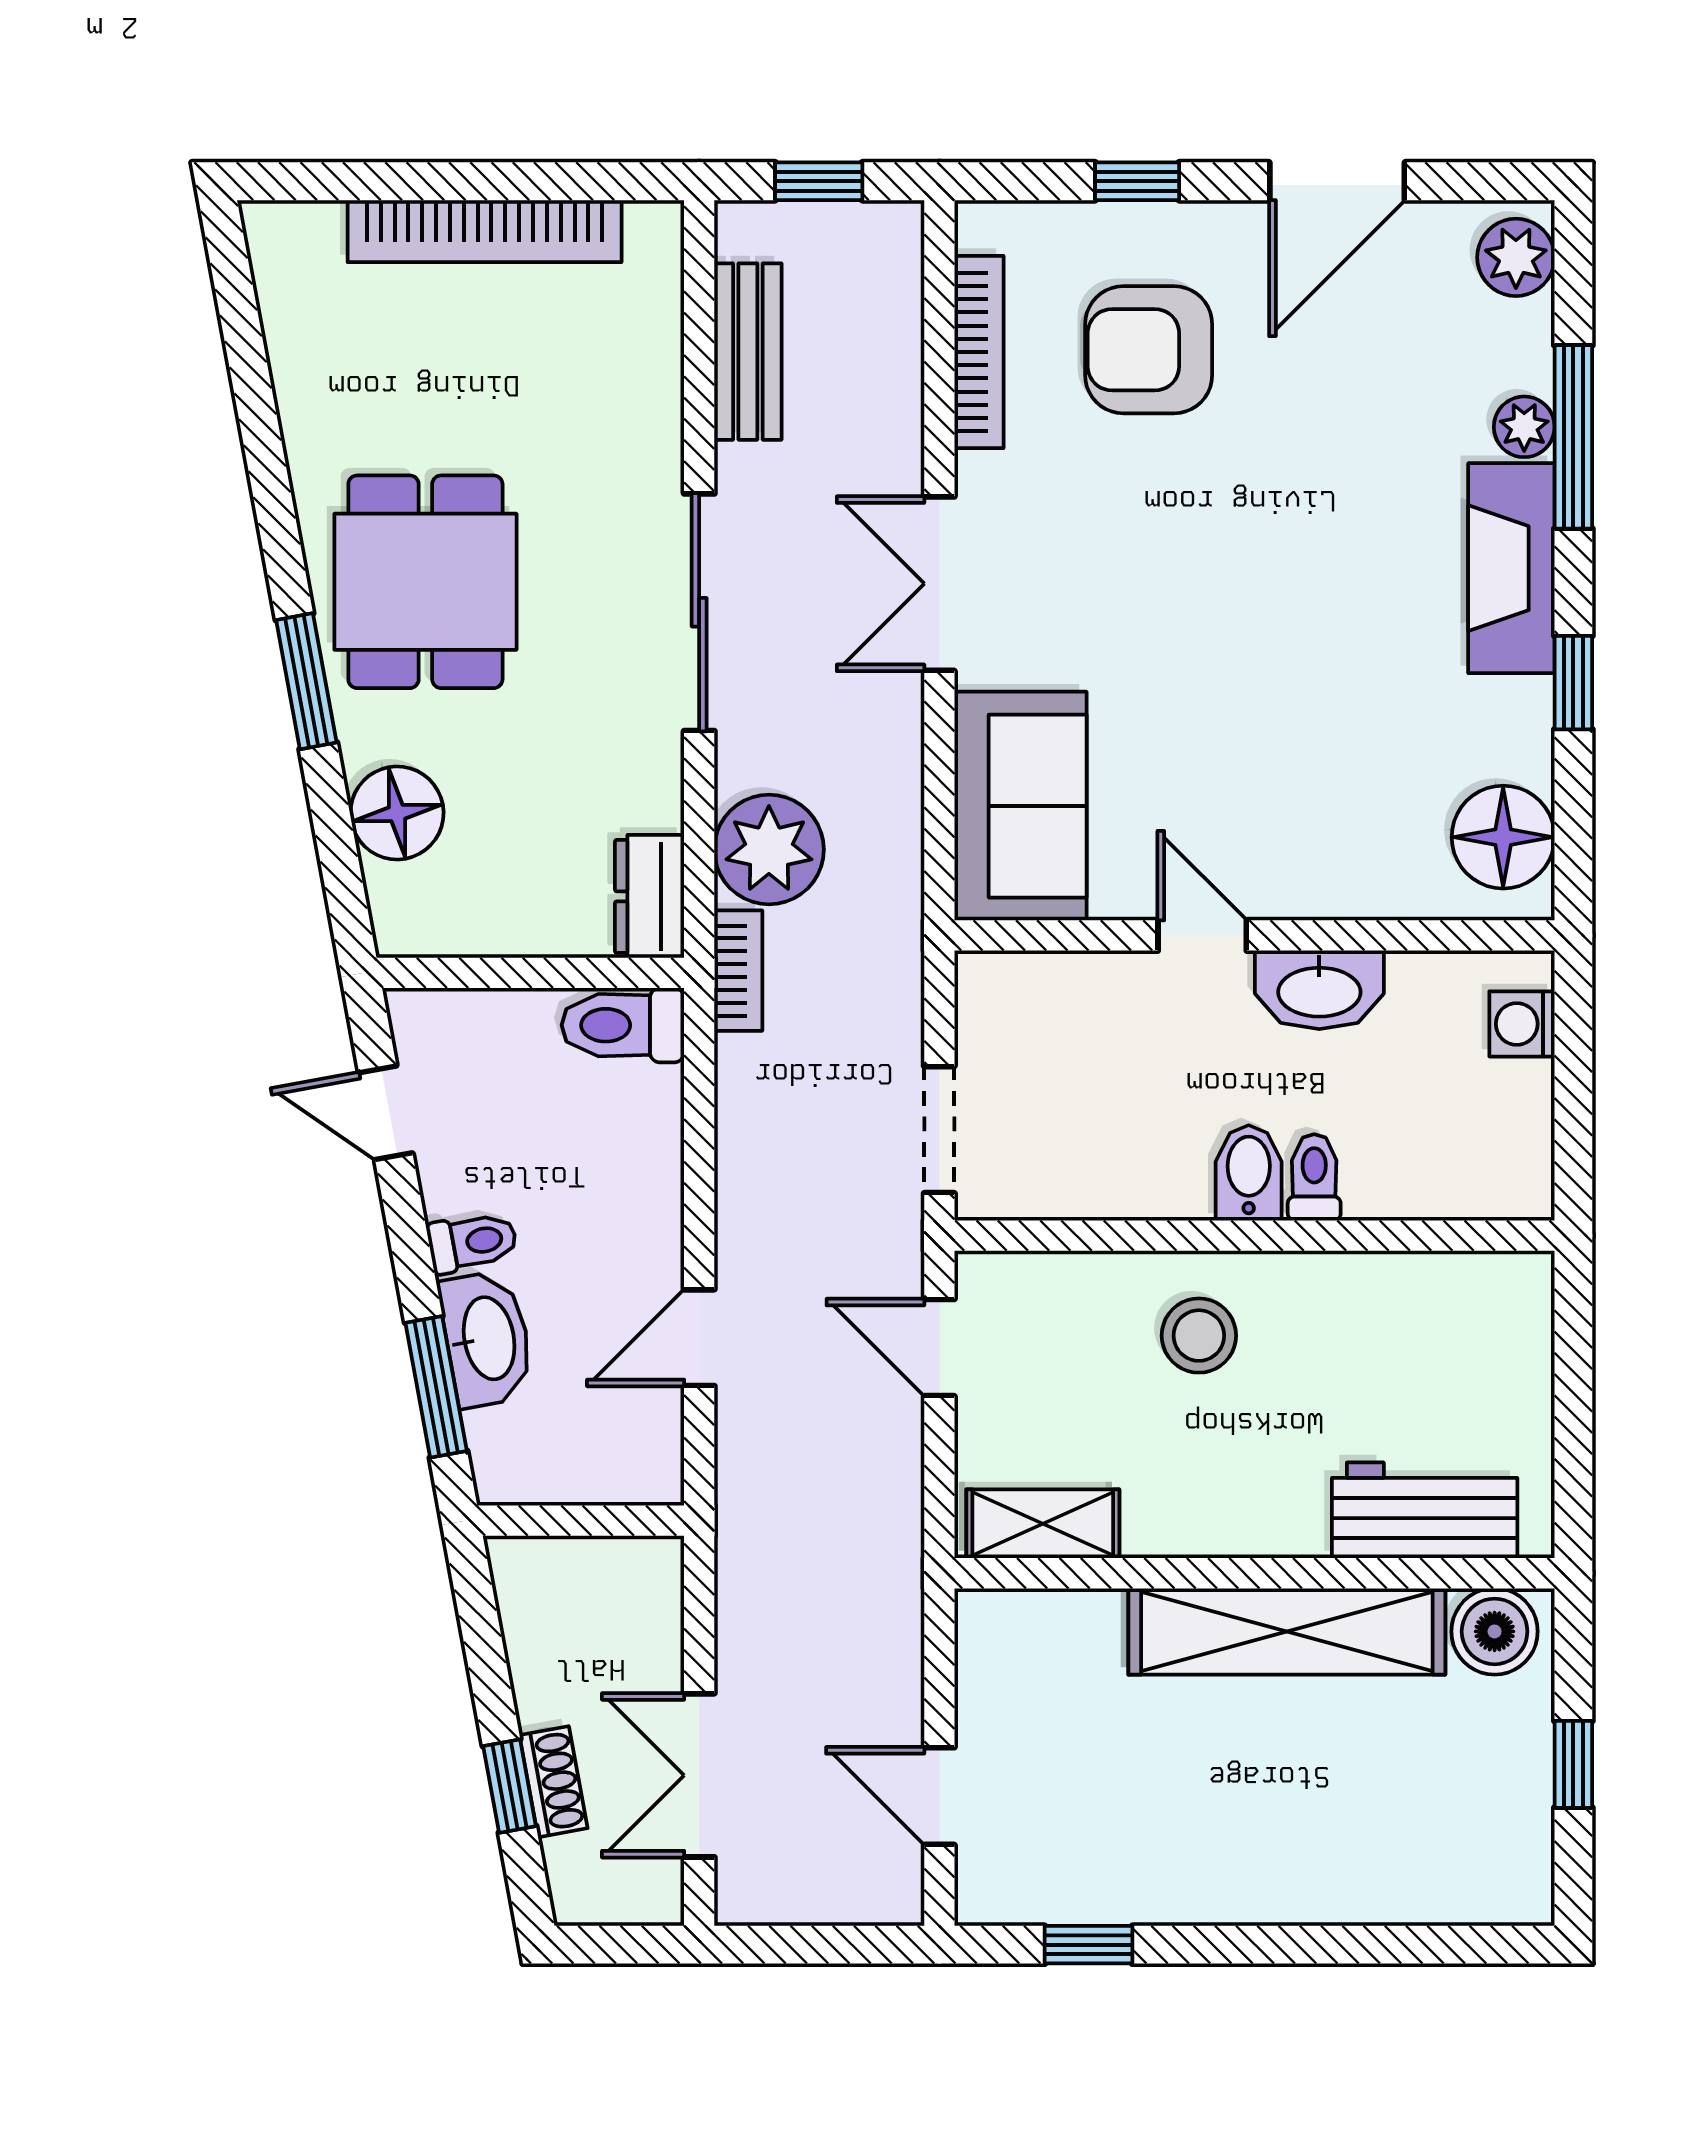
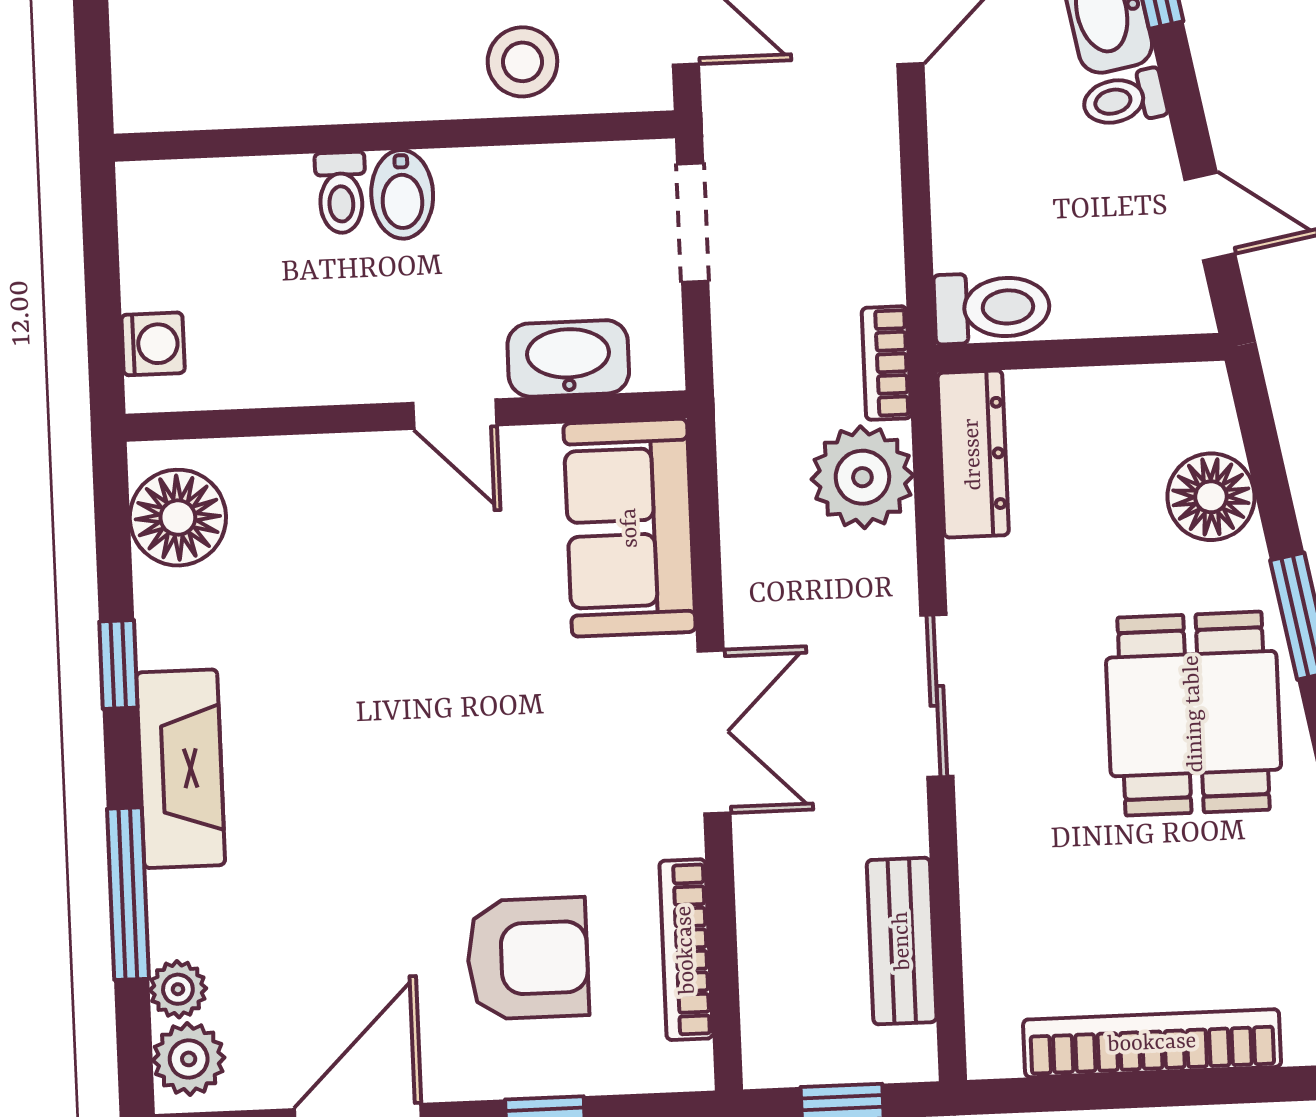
plant: (1524, 427) -> (178, 989), moved
sliding door: (699, 612) -> (937, 696), width x0.73
dresser: (650, 896) -> (973, 454), width x1.44
washbasin: (1319, 990) -> (568, 358), moved
stool: (1199, 1336) -> (522, 62), moved

